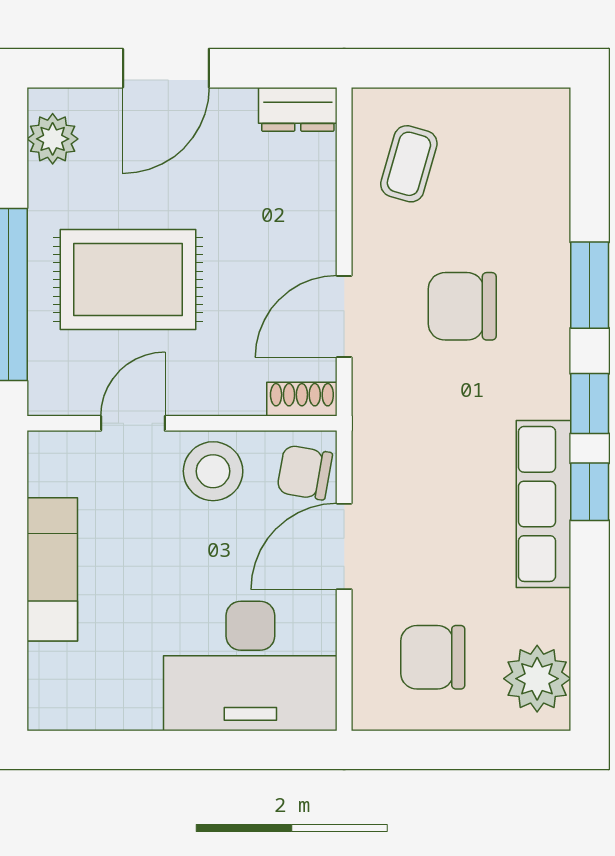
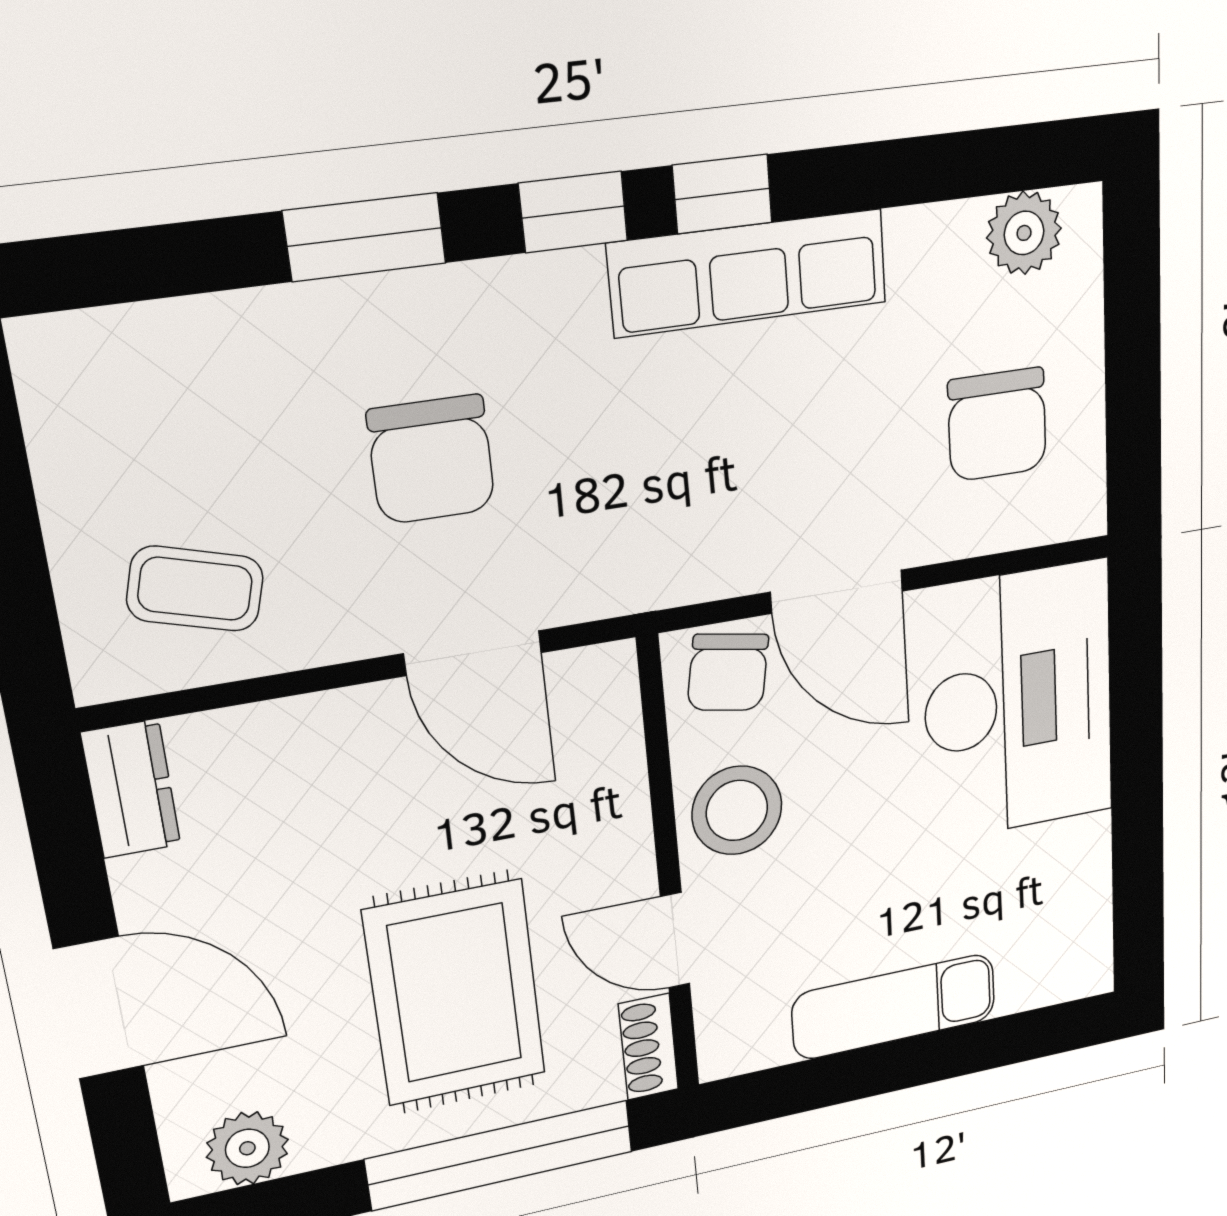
shoe rack: (302, 399) -> (649, 1047), moved
plant: (537, 679) -> (1024, 233), width x0.73, depth x0.73

